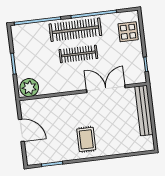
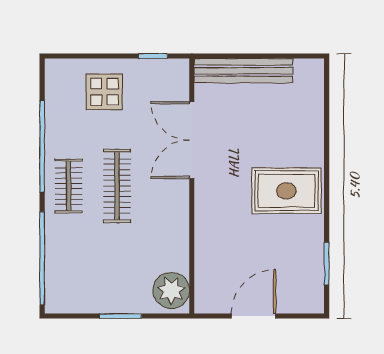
clothes rail: (75, 30) -> (69, 186), width x0.54, depth x0.76
display table: (128, 32) -> (104, 92), moved
rug: (86, 139) -> (286, 191), width x1.36, depth x1.43

